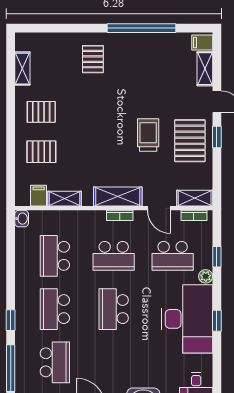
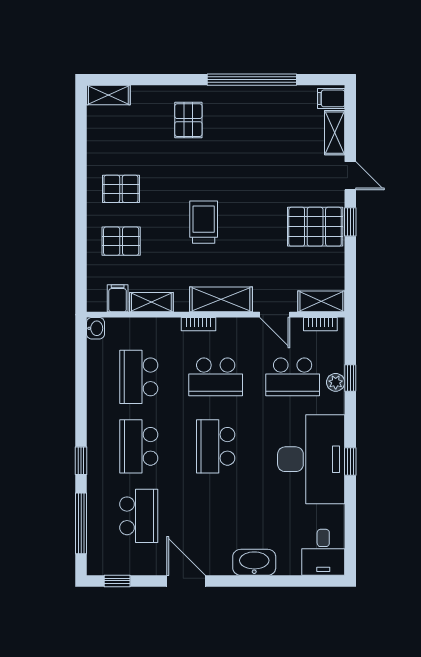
shelving: (22, 69) -> (108, 95), moved, turned 90
trolley: (148, 135) -> (204, 222), moved
pallet: (190, 141) -> (315, 227), turned 90
bookcase: (120, 215) -> (199, 324), moved
plant: (206, 276) -> (336, 382), moved

